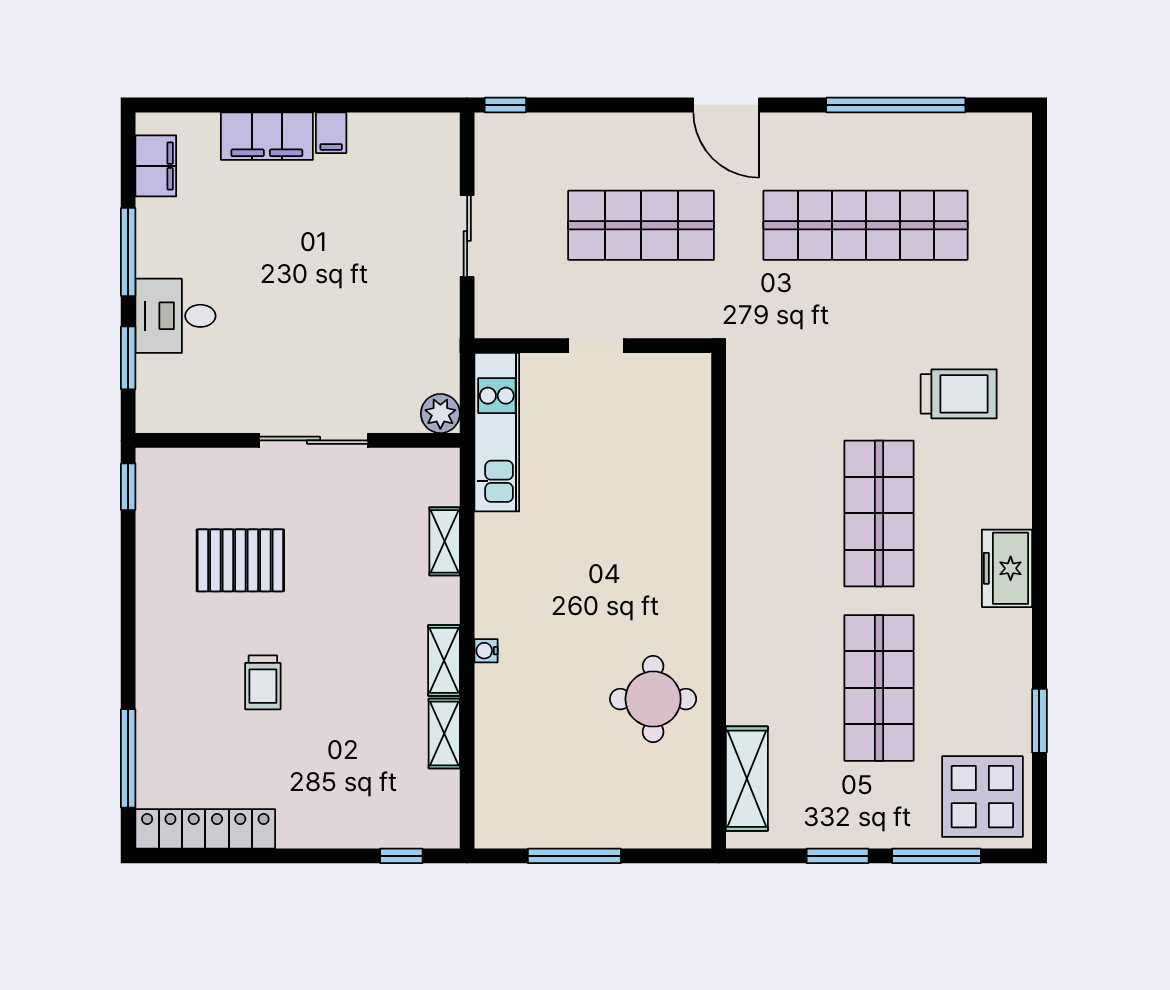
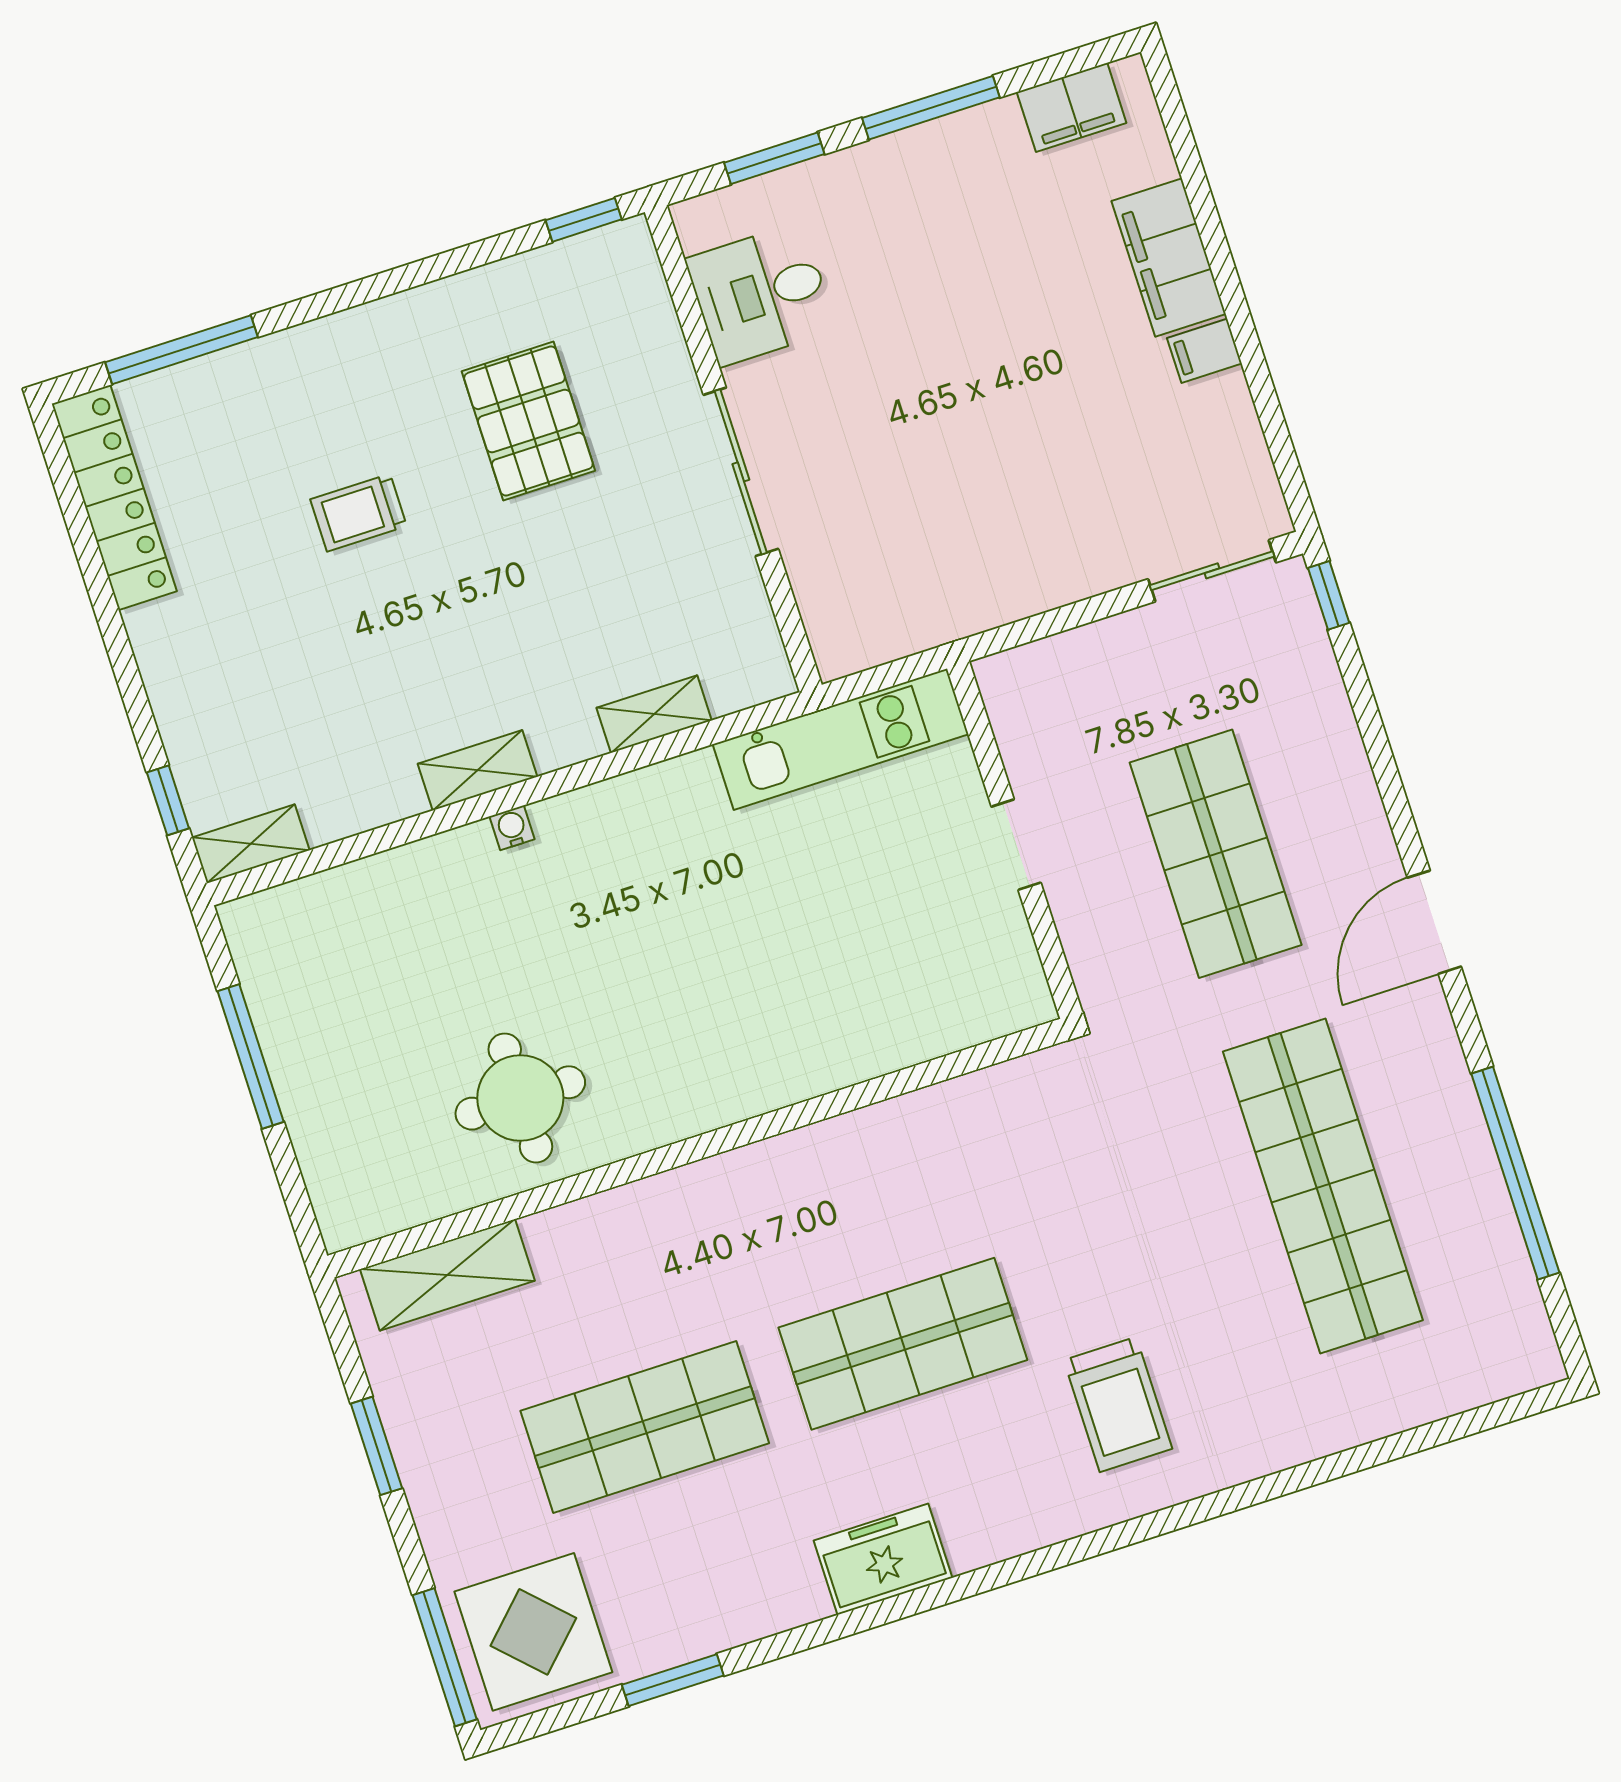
sliding door: (467, 236) -> (1212, 571), moved
desk: (176, 316) -> (761, 294), moved, turned -90
plant: (440, 414) -> (841, 647), removed
shelving: (444, 733) -> (251, 844), moved
window: (936, 856) -> (445, 1657), moved

